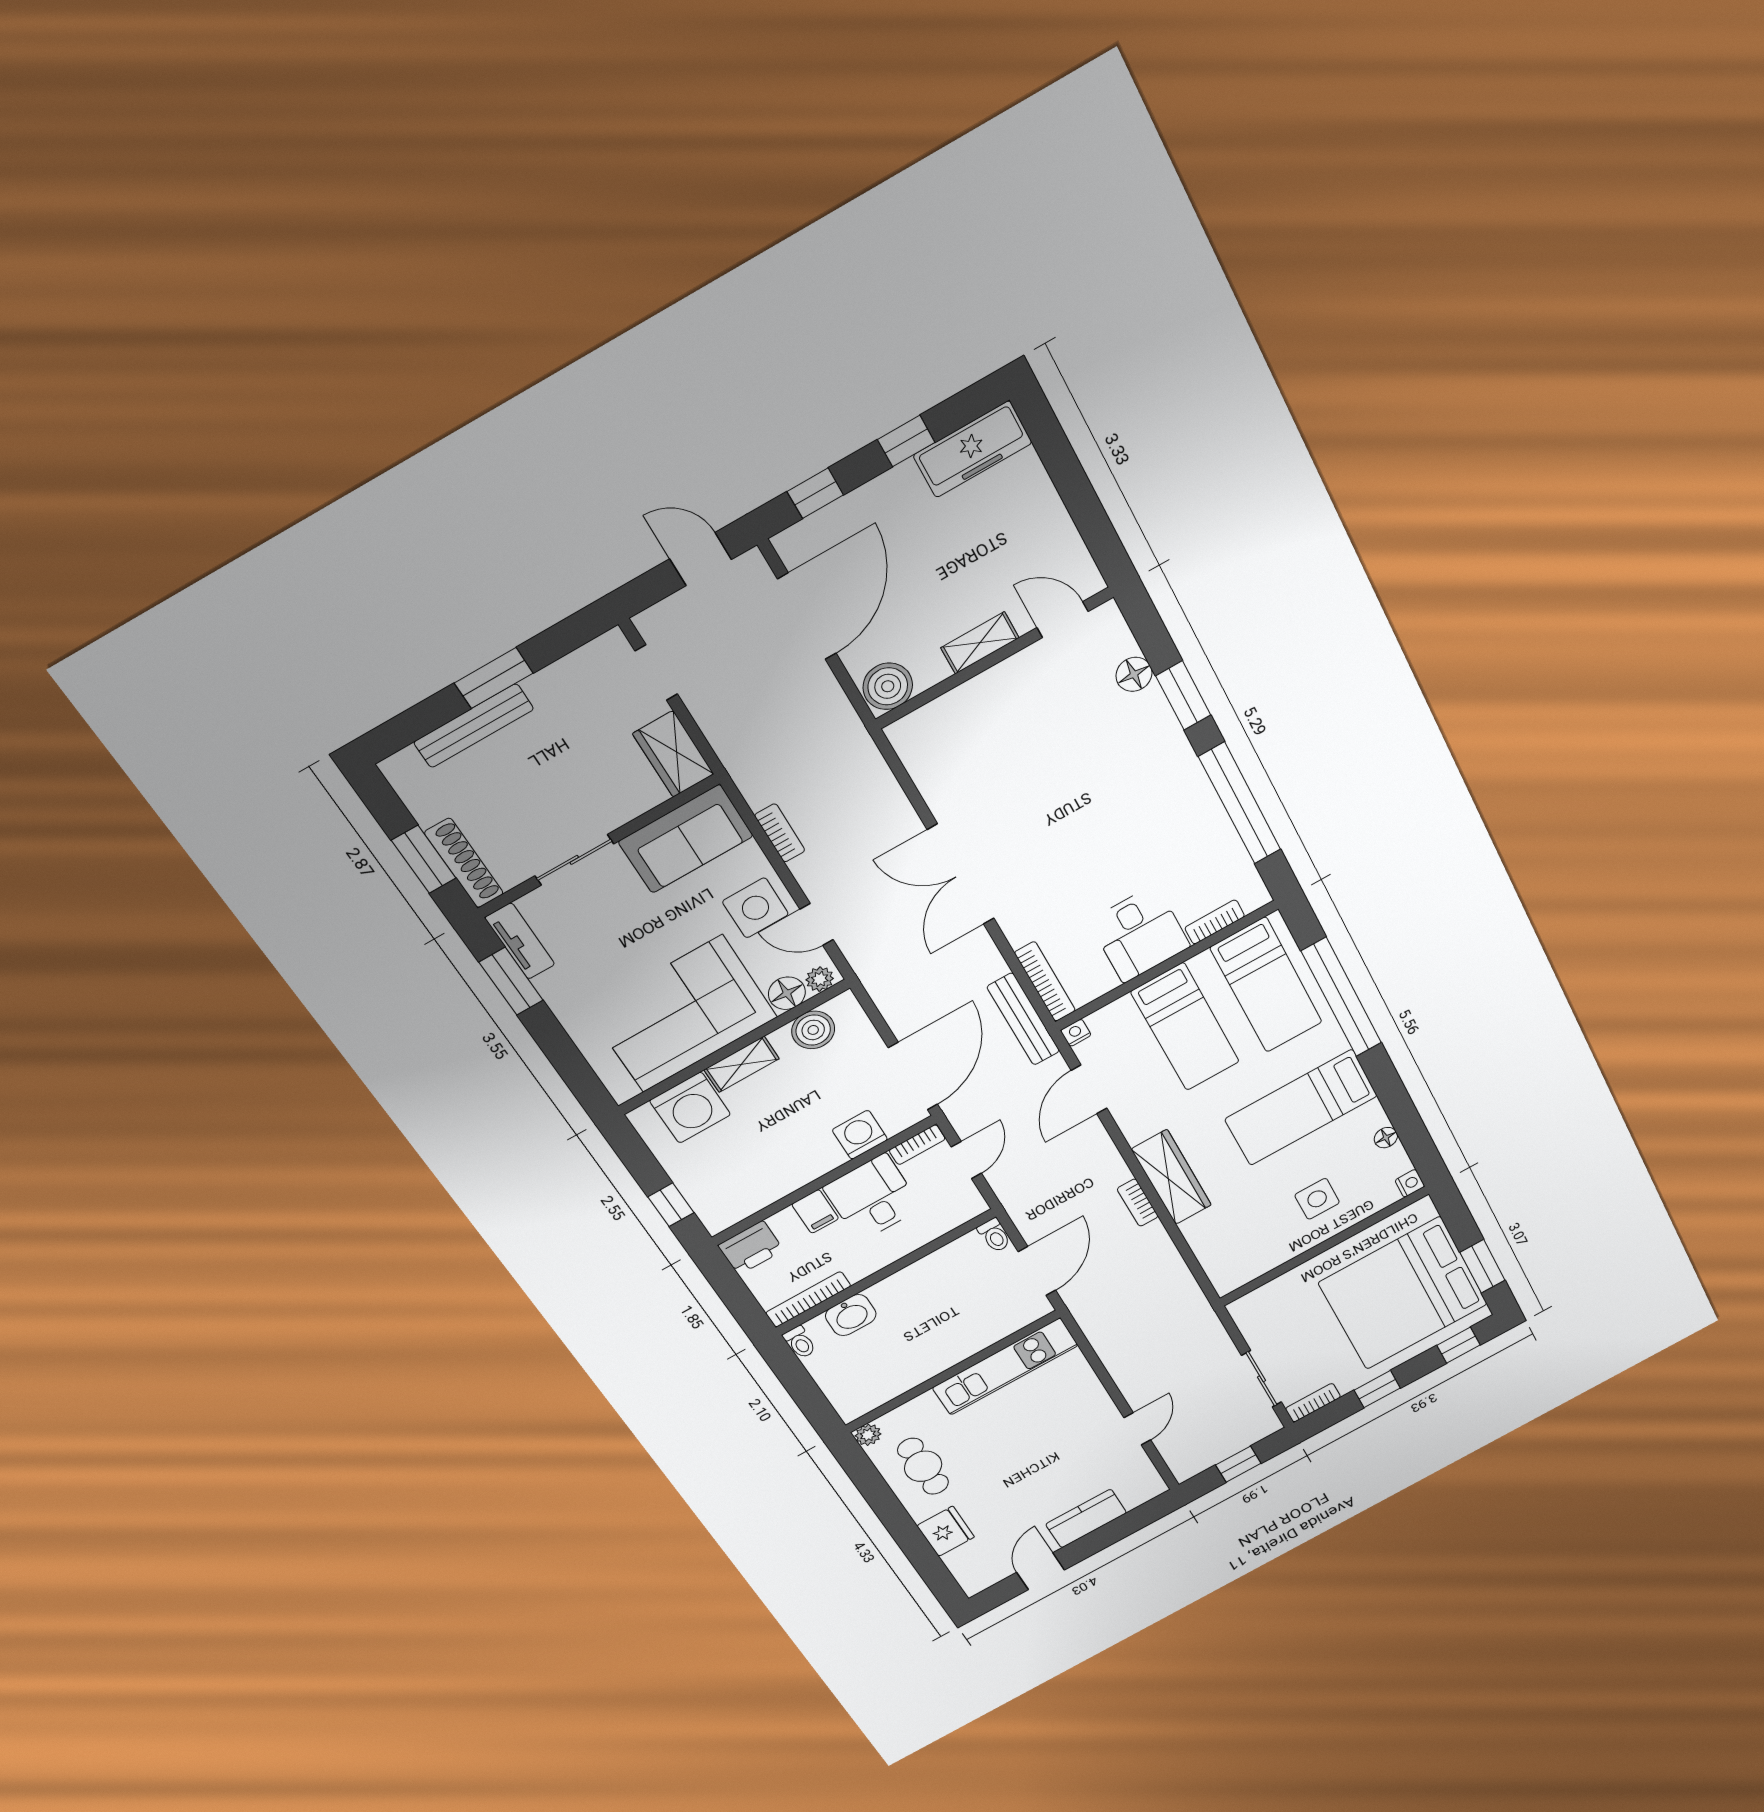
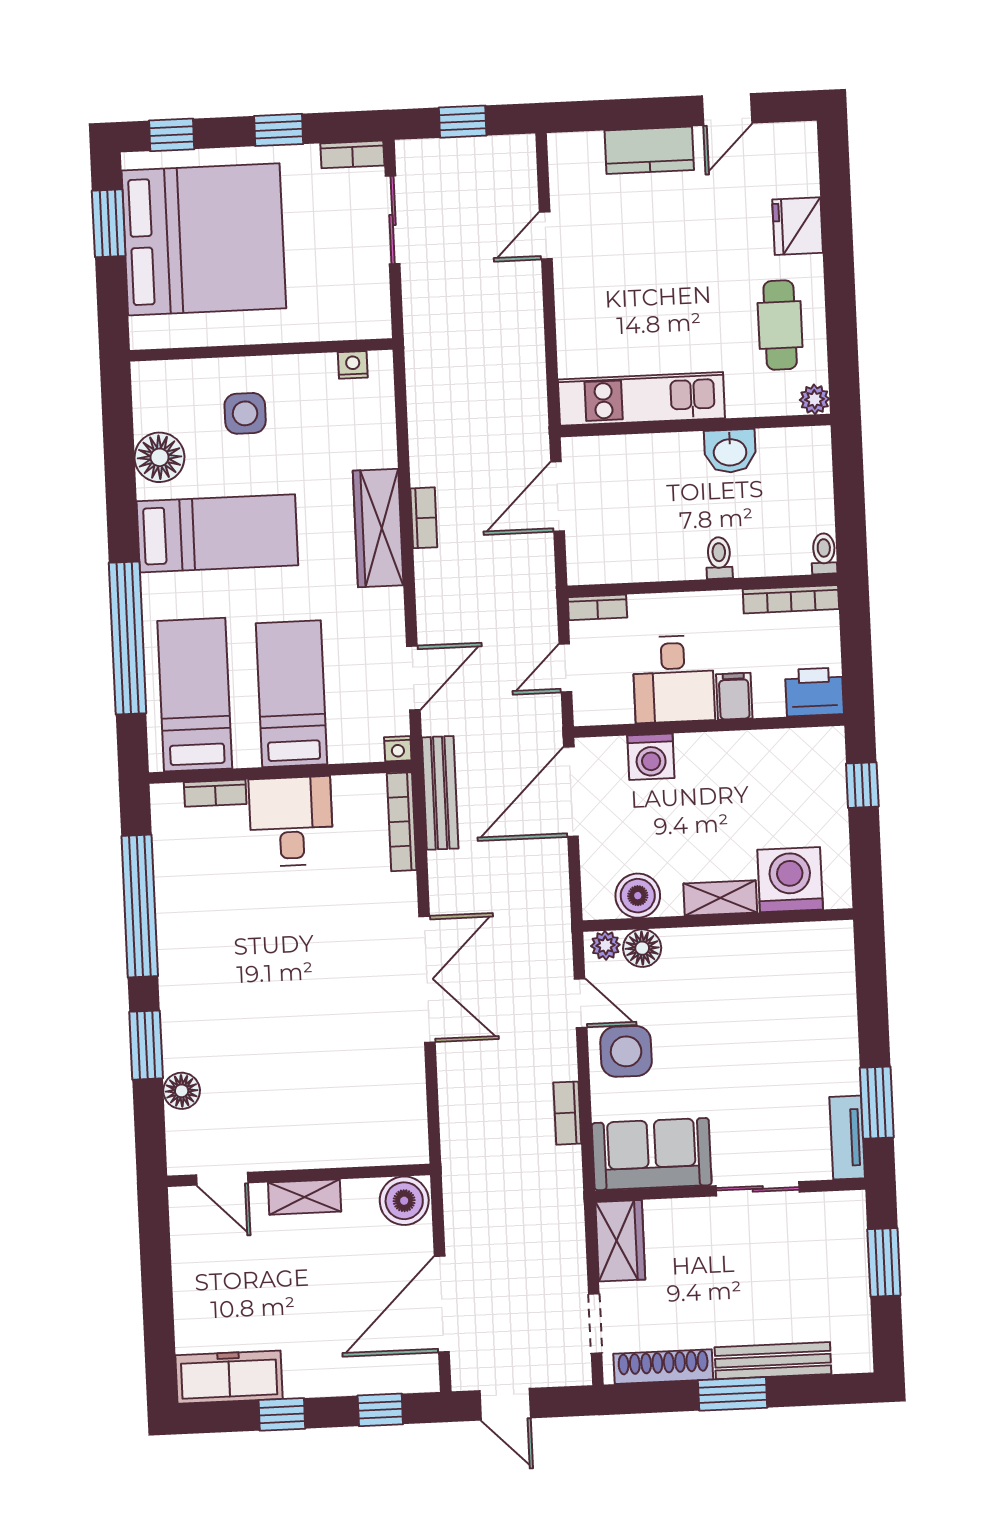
shoe rack: (464, 863) -> (663, 1367), moved, turned 90
corner sofa: (682, 1014) -> (746, 982), removed
floor lamp: (1386, 1138) -> (159, 457), width x1.89, depth x1.89
bookcase: (917, 1145) -> (597, 607), moved, turned 180
nightstand: (1410, 1183) -> (353, 365), moved, turned 90
toilet: (994, 1235) -> (719, 558), moved
washbasin: (851, 1315) -> (730, 451), moved, turned 180

